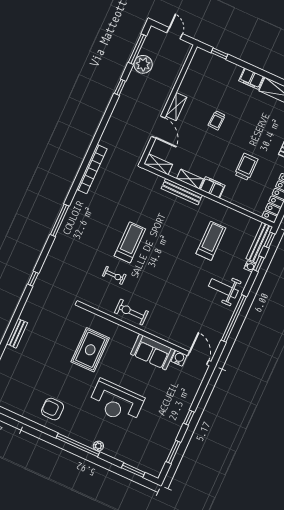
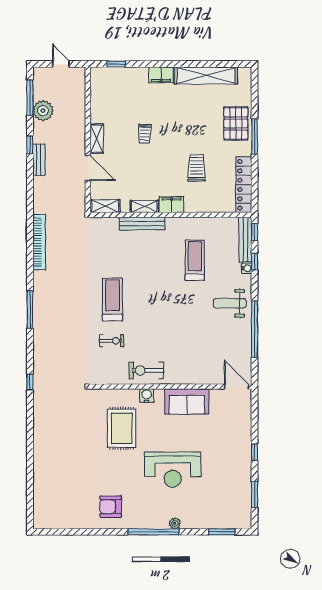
bench: (17, 333) -> (39, 160), moved
water cooler: (179, 358) -> (147, 396), moved

